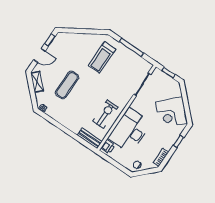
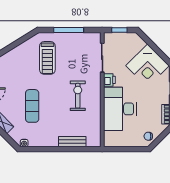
exercise bike: (105, 114) -> (78, 96), moved
bench: (90, 138) -> (72, 142), moved
printer: (108, 147) -> (109, 80), moved

